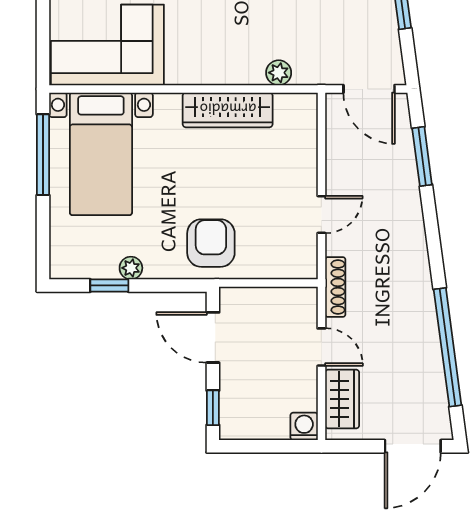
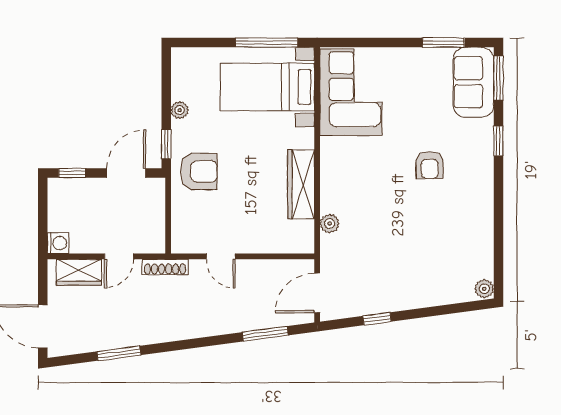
window: (109, 285) -> (166, 144), moved
window: (448, 347) -> (119, 353), width x0.47

